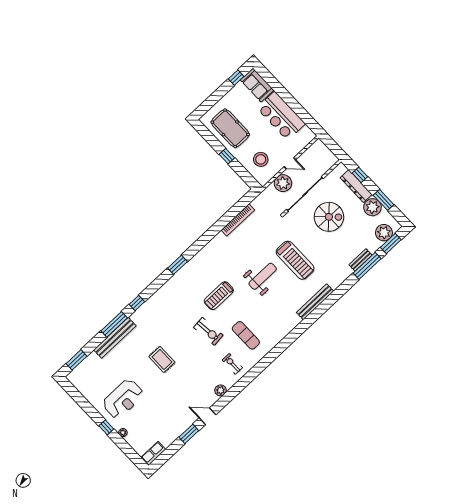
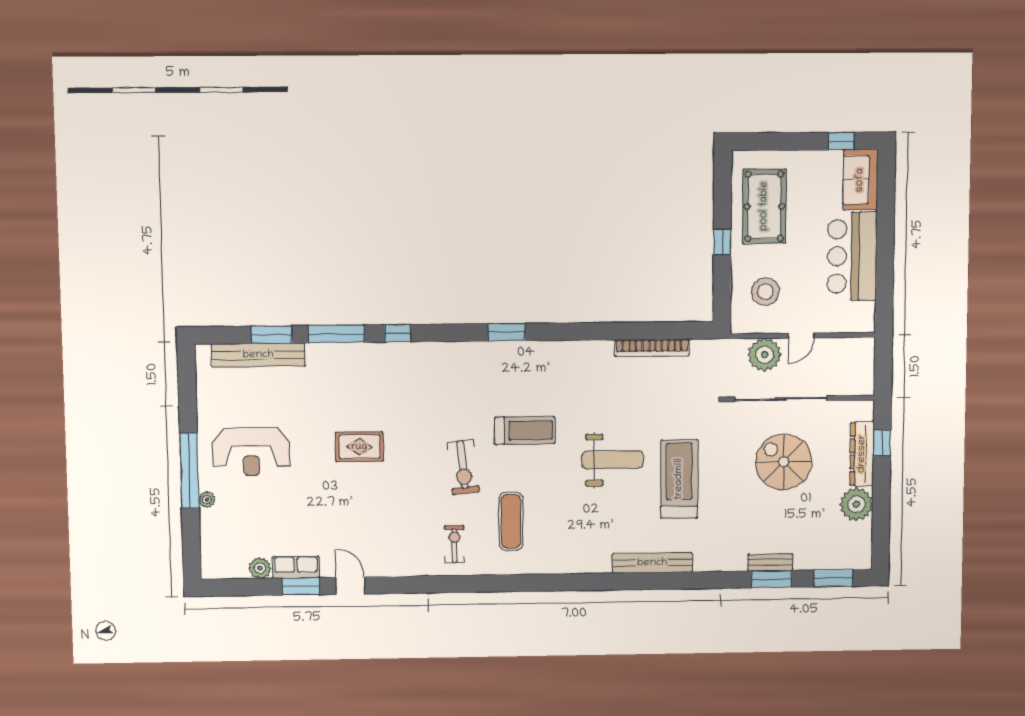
door: (290, 163) -> (801, 336), hinge flipped
window: (384, 200) -> (881, 508), removed
spiral stairs: (329, 217) -> (784, 462), turned 180
plant: (384, 233) -> (838, 554), removed
treadmill: (295, 260) -> (679, 479), turned 180
window: (367, 266) -> (772, 579), width x0.69
treadmill: (219, 296) -> (525, 430), turned 180
bench: (115, 338) -> (258, 355), moved
rug: (162, 359) -> (359, 447), turned 90
window: (77, 360) -> (272, 335), moved
plant: (220, 390) -> (260, 568), moved
window: (106, 427) -> (189, 471), width x3.17
row of seats: (153, 453) -> (296, 567), moved

